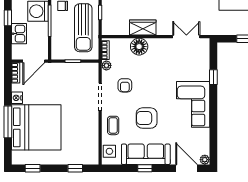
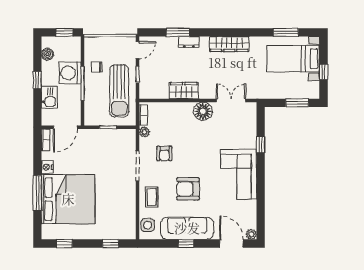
floor lamp: (139, 47) -> (203, 111), moved

